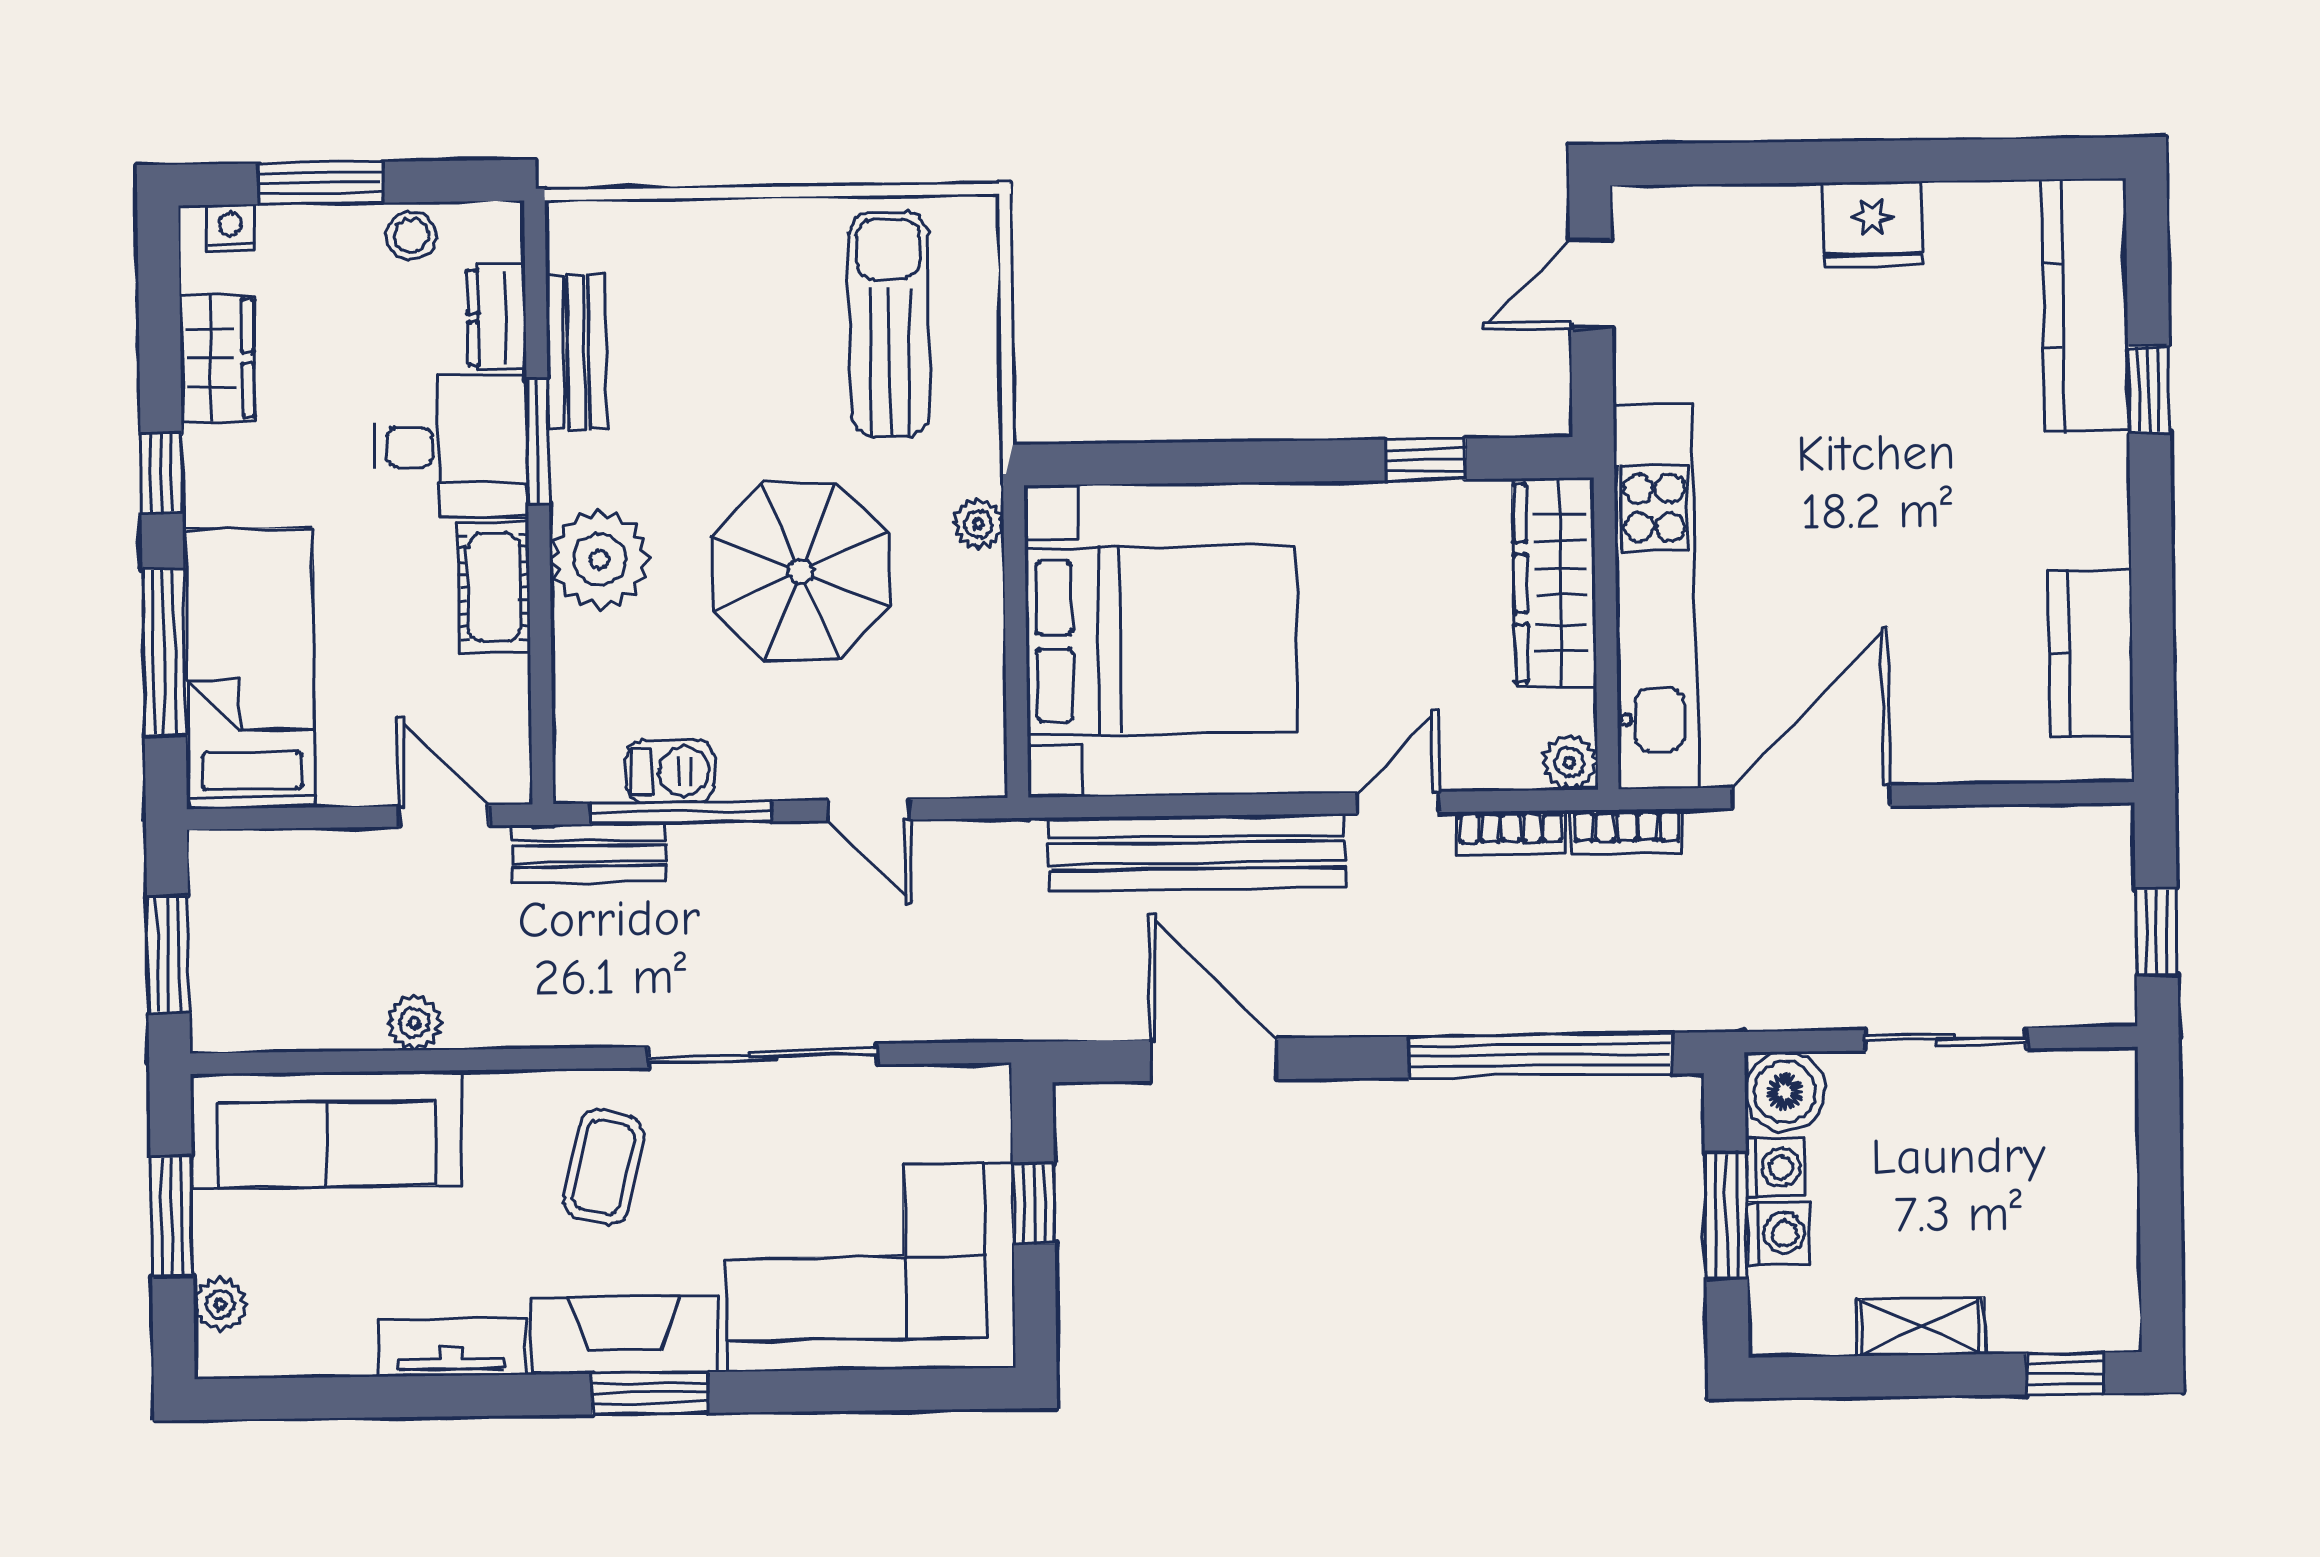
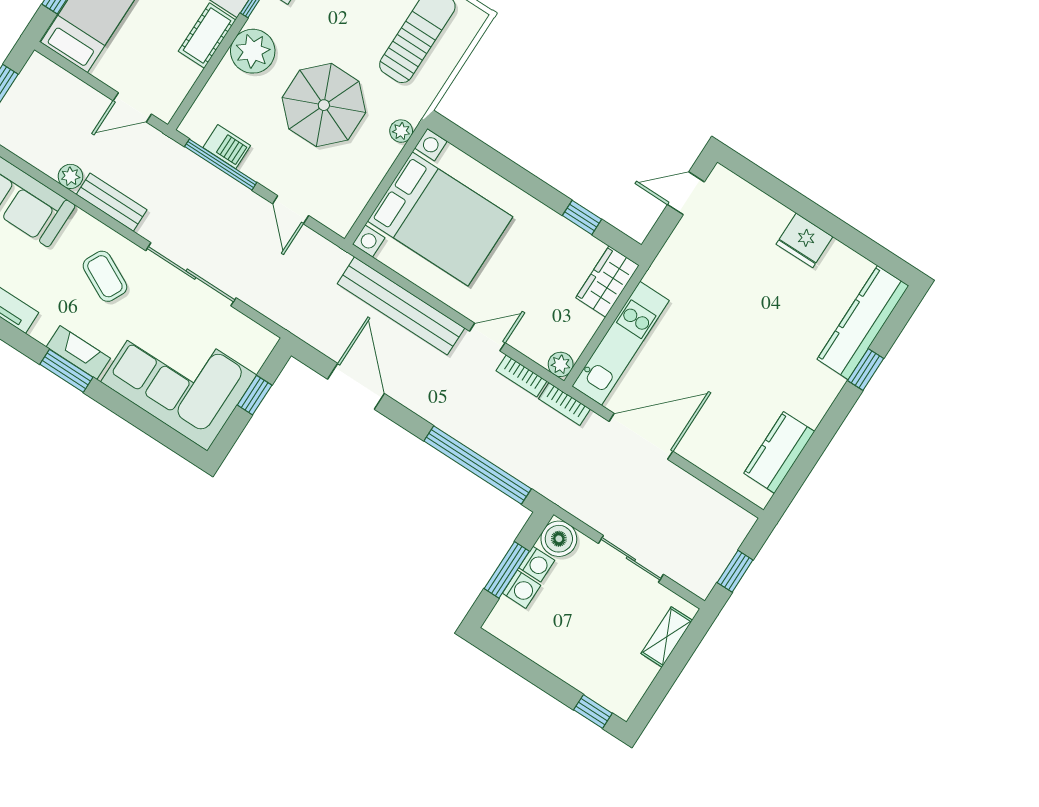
wardrobe: (1555, 583) -> (607, 282), width x0.67
kitchen unit: (1656, 596) -> (621, 343), width x0.73
door: (444, 816) -> (132, 107), swing flipped
bench: (589, 853) -> (112, 202), moved
coffee table: (604, 1167) -> (105, 276), turned -76
shelving: (1920, 1327) -> (667, 637), moved, turned 90
fireplace: (624, 1335) -> (78, 353), width x0.73, depth x0.76

